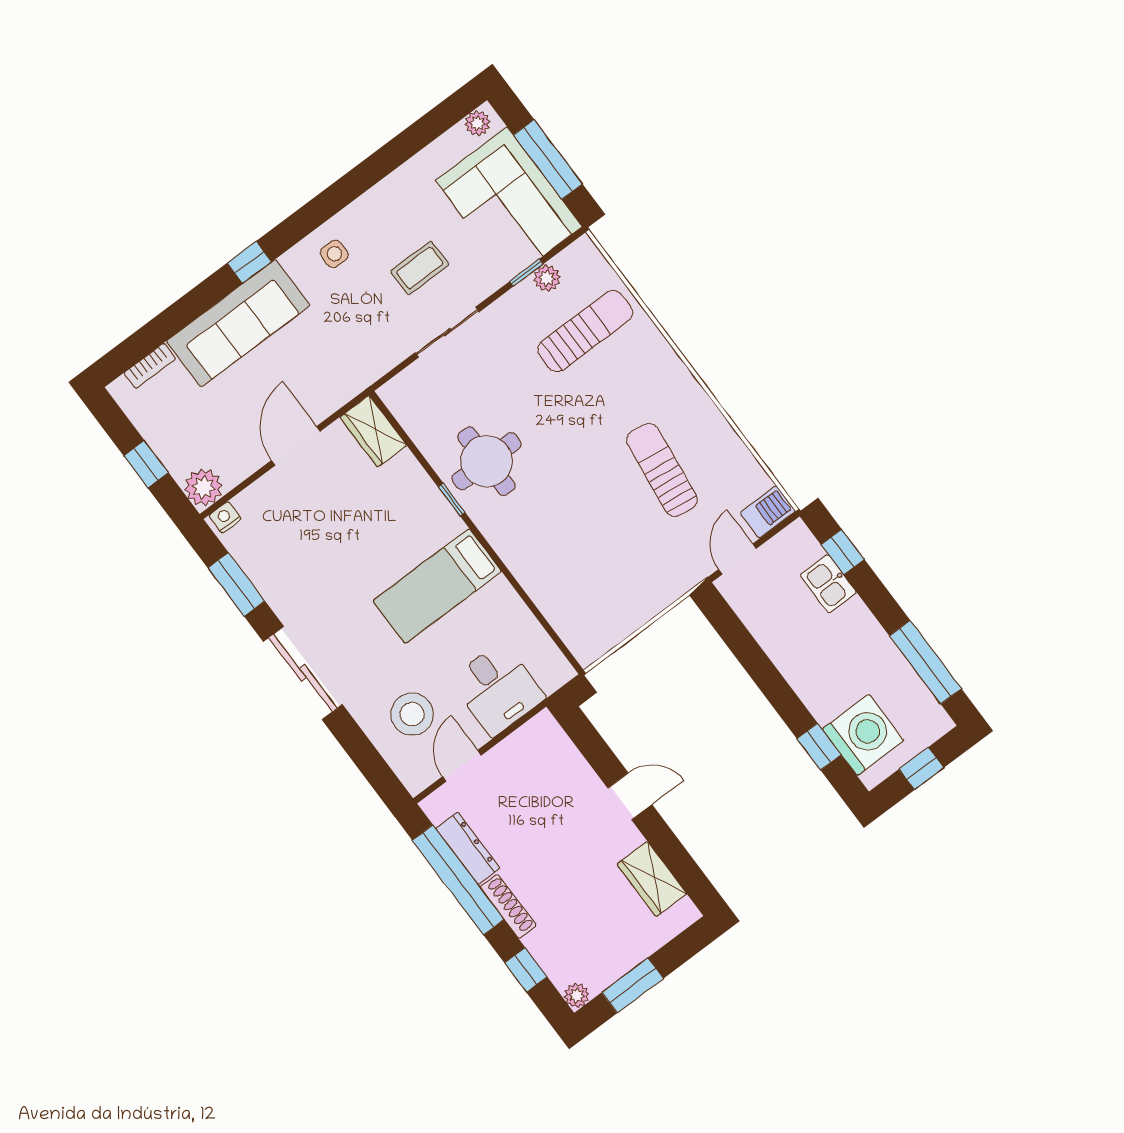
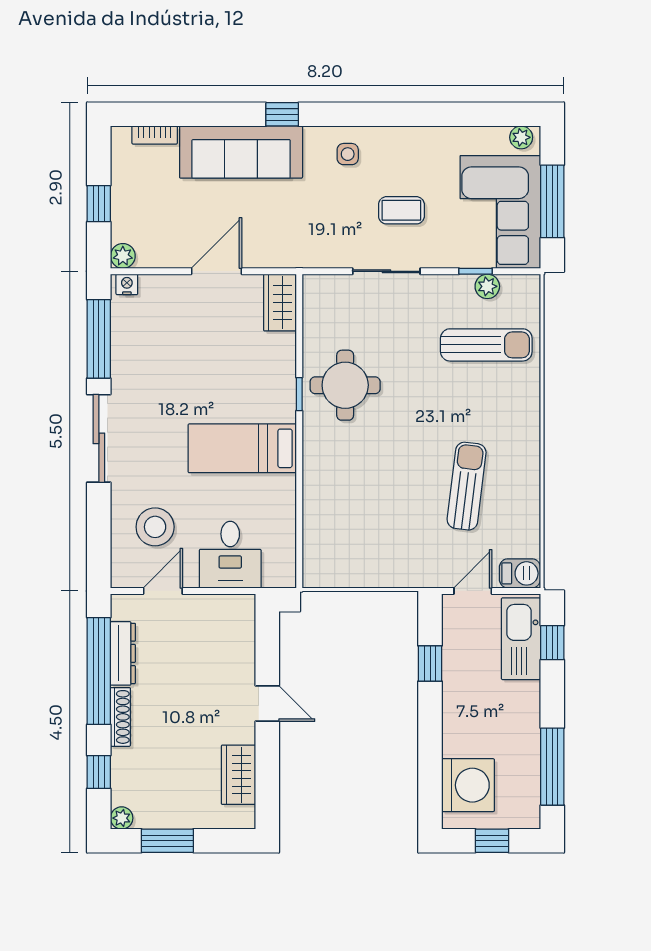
plant: (203, 487) -> (123, 256), width x0.73, depth x0.73
window: (236, 584) -> (99, 339), width x1.44
kitchen sink: (828, 584) -> (521, 639), width x1.87, depth x1.24
window: (819, 747) -> (430, 663), moved

